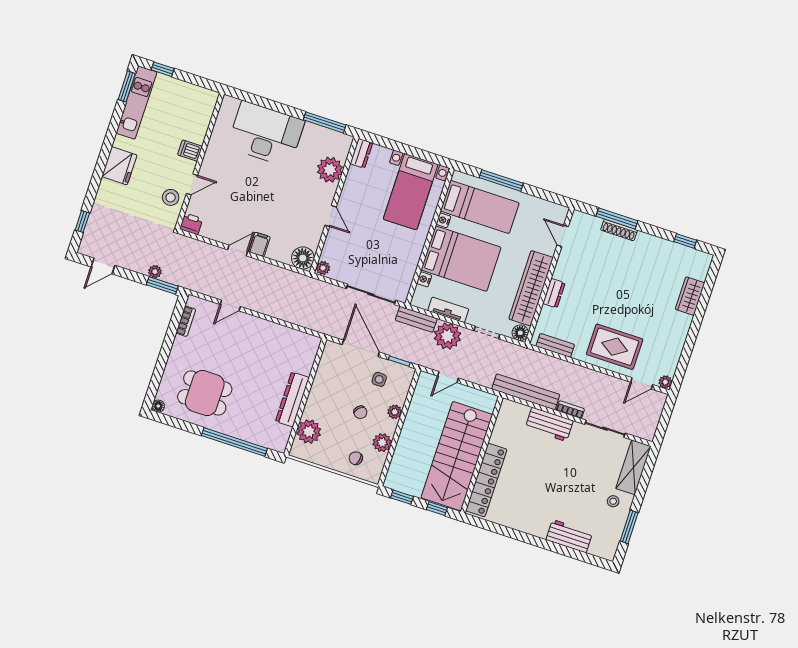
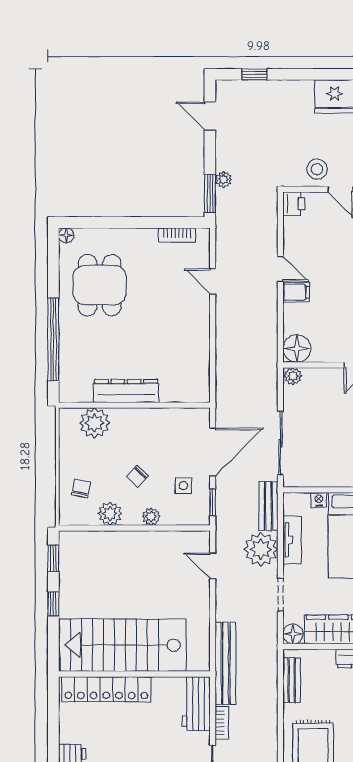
wall: (482, 455) -> (134, 674), moved
stairs: (457, 456) -> (123, 645), moved
locker: (486, 480) -> (106, 689), moved

